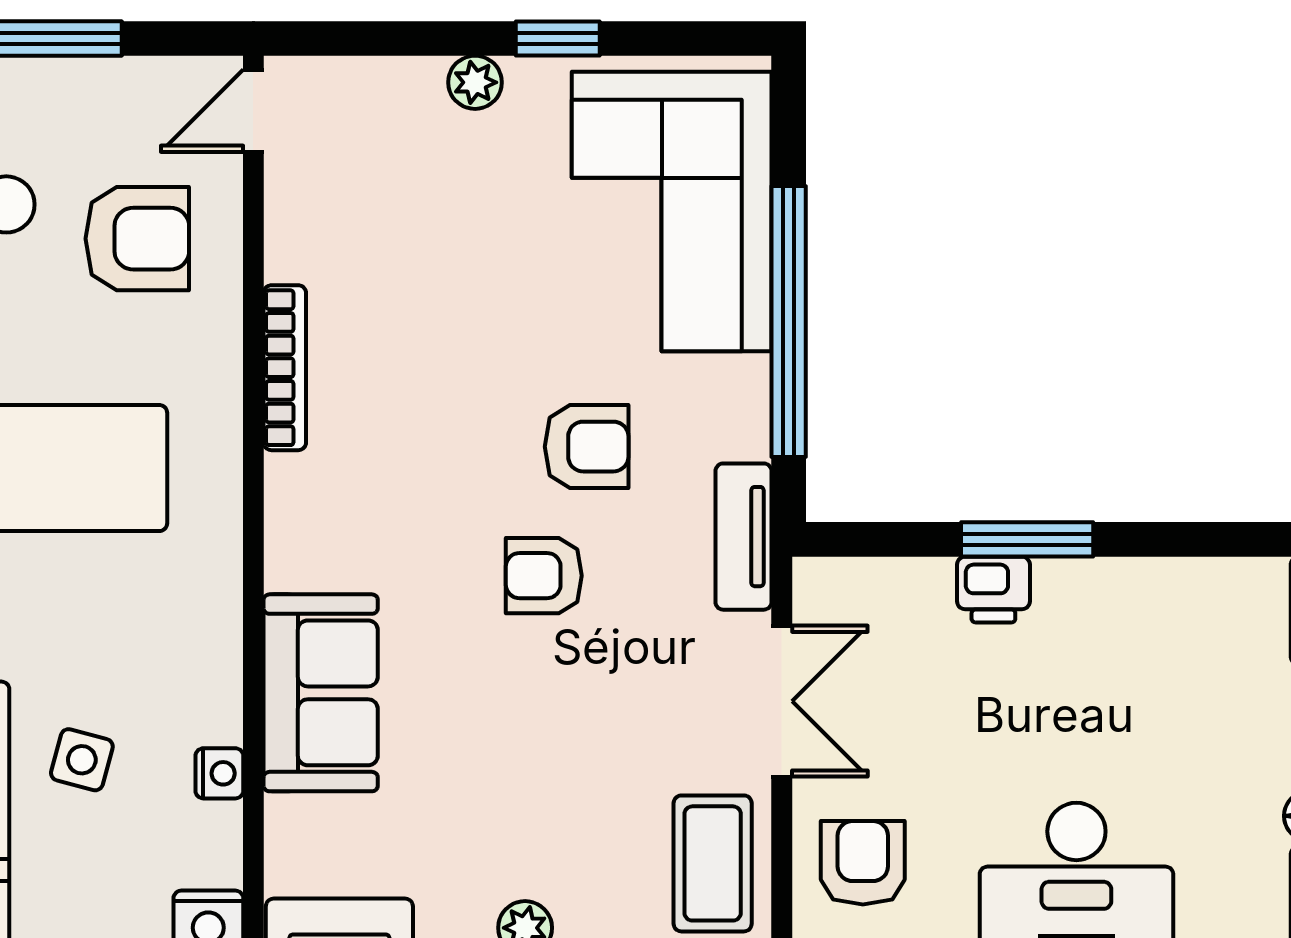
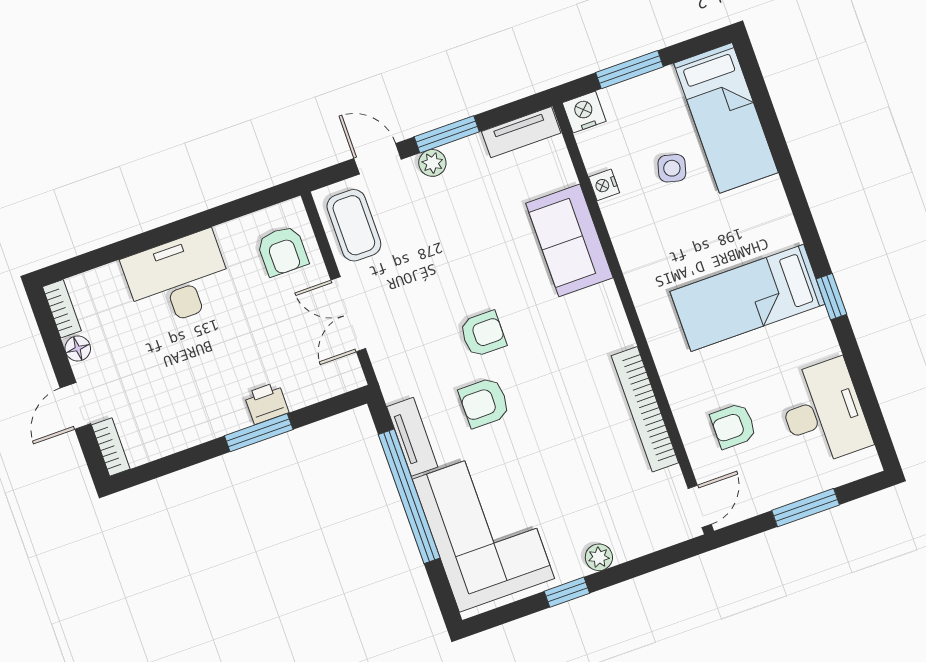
armchair: (137, 239) -> (733, 426), width x0.72, depth x0.72
bookcase: (285, 368) -> (645, 409), width x1.48, depth x1.31
tv unit: (743, 537) -> (412, 437), moved

